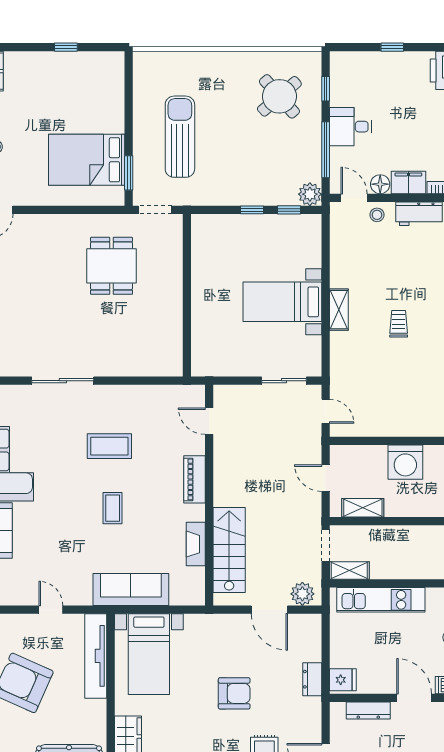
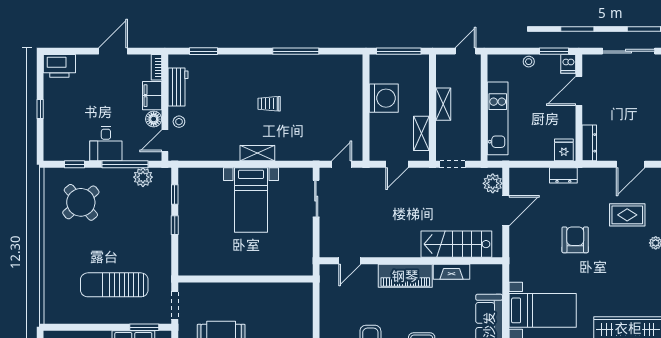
plant: (310, 194) -> (143, 177), moved
piano: (194, 479) -> (405, 276), width x1.37, depth x1.33
shelving: (349, 571) -> (443, 104), moved
dresser: (368, 710) -> (589, 143), moved

